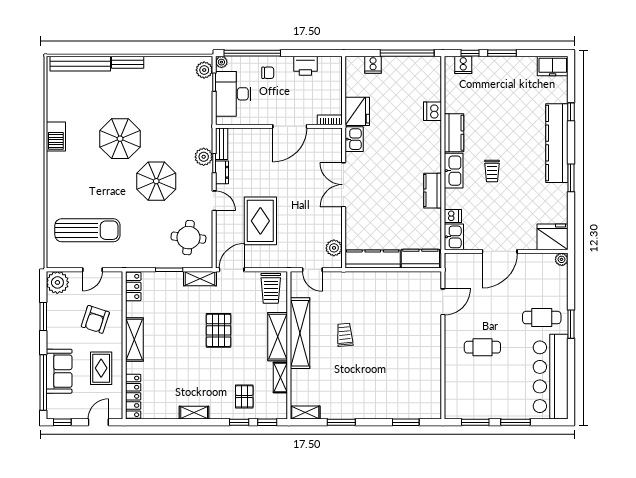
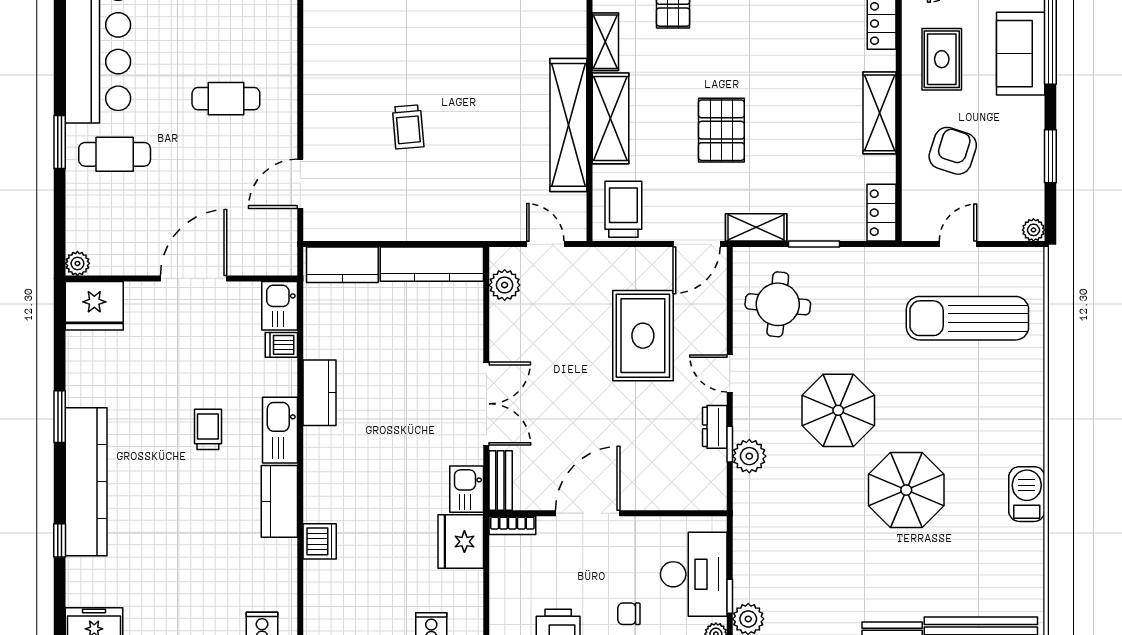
bench: (222, 144) -> (501, 480), moved
plant: (57, 282) -> (1033, 230), width x0.53, depth x0.53
trolley: (345, 335) -> (408, 127), moved

